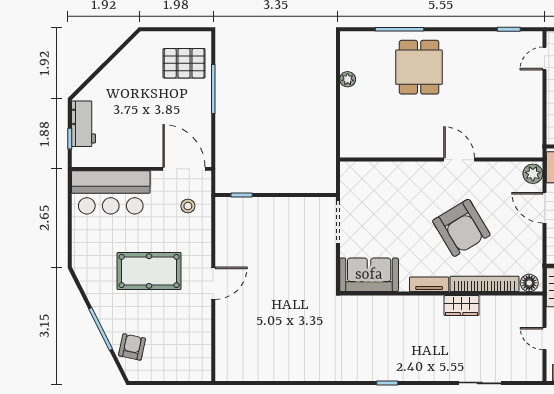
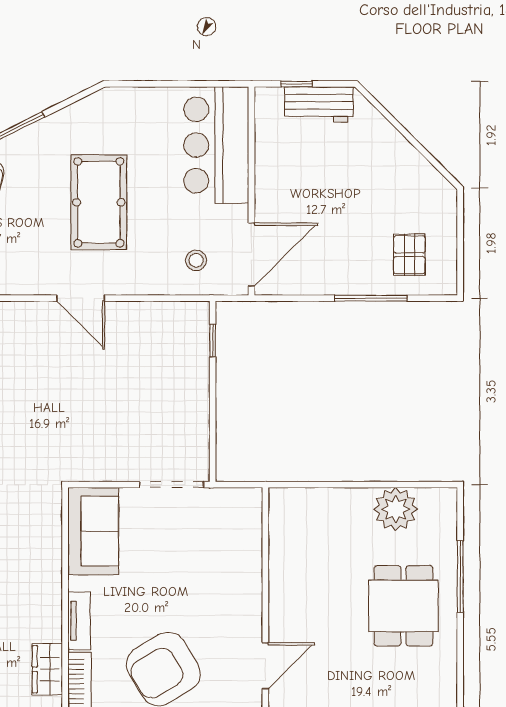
pallet: (184, 63) -> (409, 255), width x0.67, depth x0.71
dining table: (419, 67) -> (403, 606), turned 90
plant: (348, 79) -> (396, 509), width x1.88, depth x1.88

